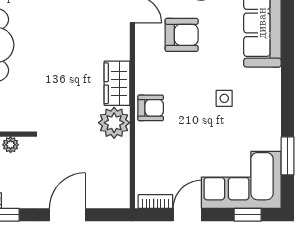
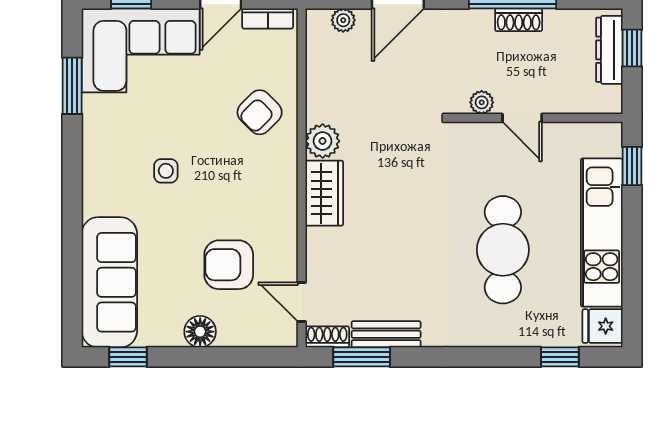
armchair: (151, 108) -> (260, 112), moved, turned -45
plant: (114, 123) -> (323, 141), width x0.73, depth x0.73
plant: (104, 200) -> (343, 20), added

